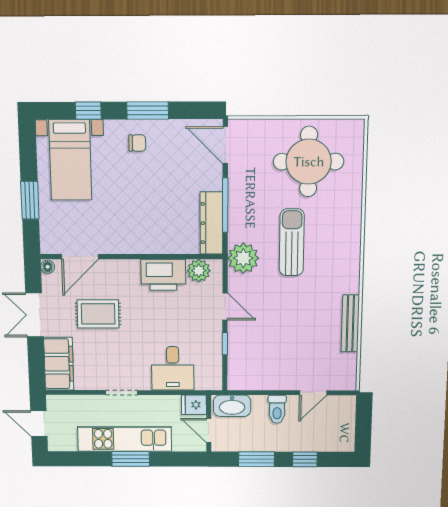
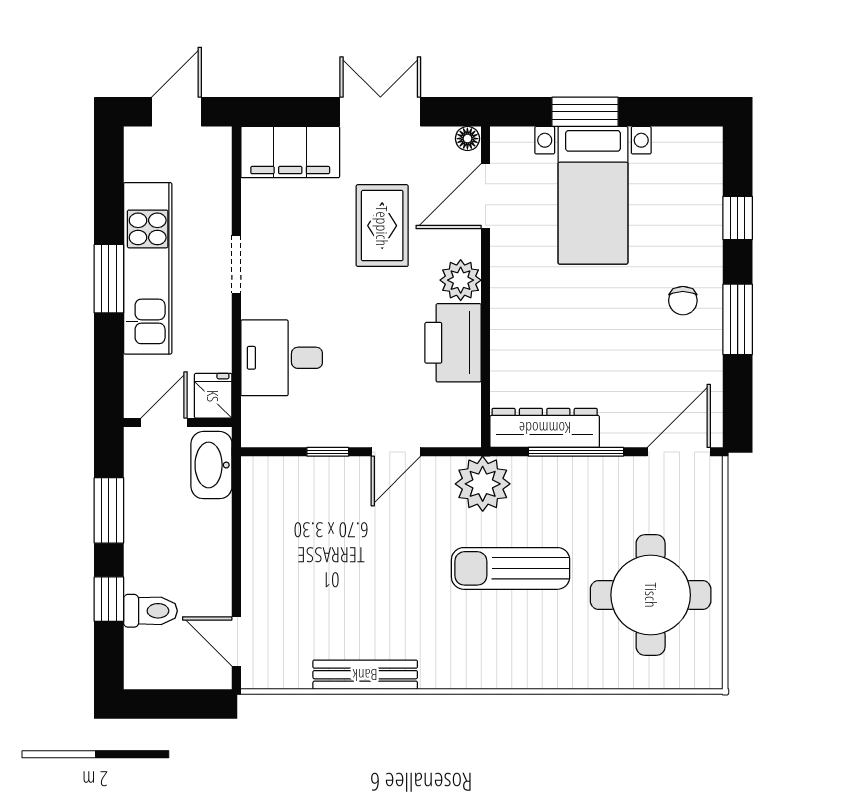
bed with nightstands: (70, 160) -> (593, 195), moved, turned -90
sun lounger: (292, 242) -> (511, 568), turned 180
door: (80, 257) -> (486, 196), hinge flipped
plant: (199, 271) -> (461, 280), moved
door: (313, 393) -> (236, 642), moved
toilet: (277, 409) -> (150, 611), moved, turned 180

